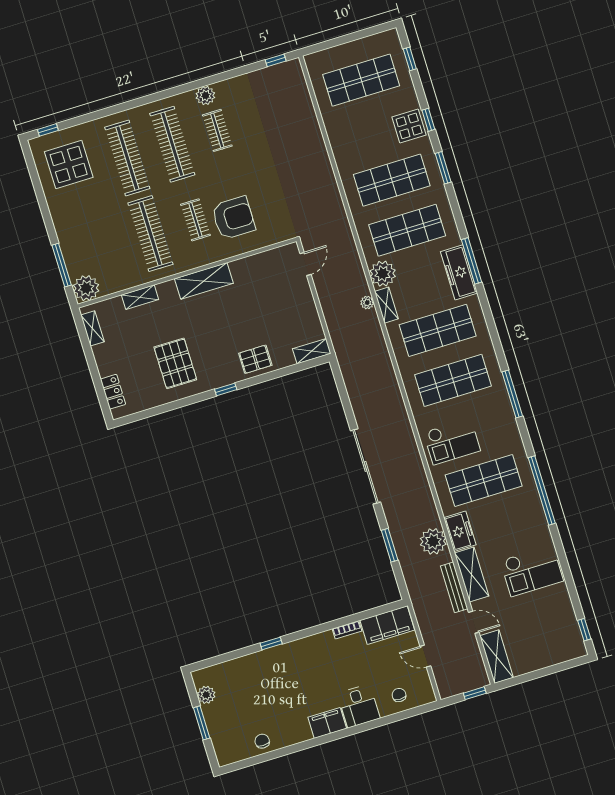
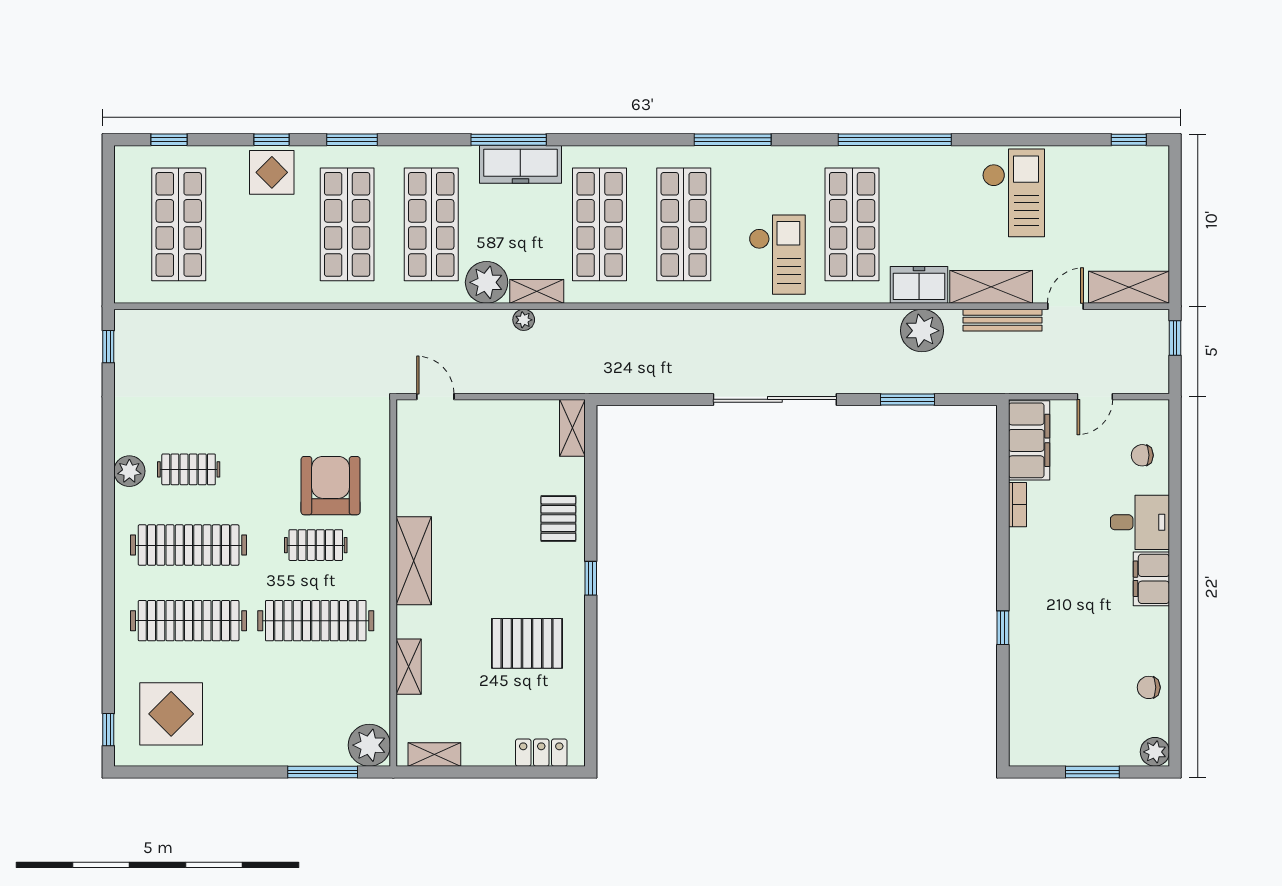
plant: (206, 695) -> (1155, 752), moved

